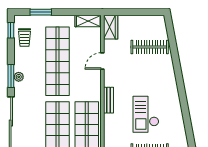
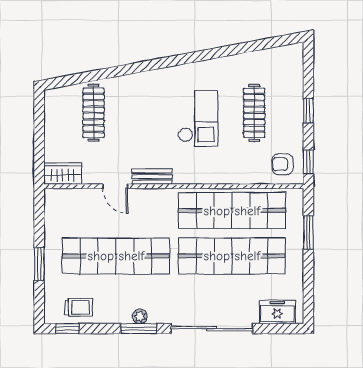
window: (41, 12) -> (39, 264), moved
shelving: (88, 21) -> (53, 208), removed
bench: (109, 100) -> (152, 177), moved
checkout: (146, 114) -> (198, 119), turned -90

